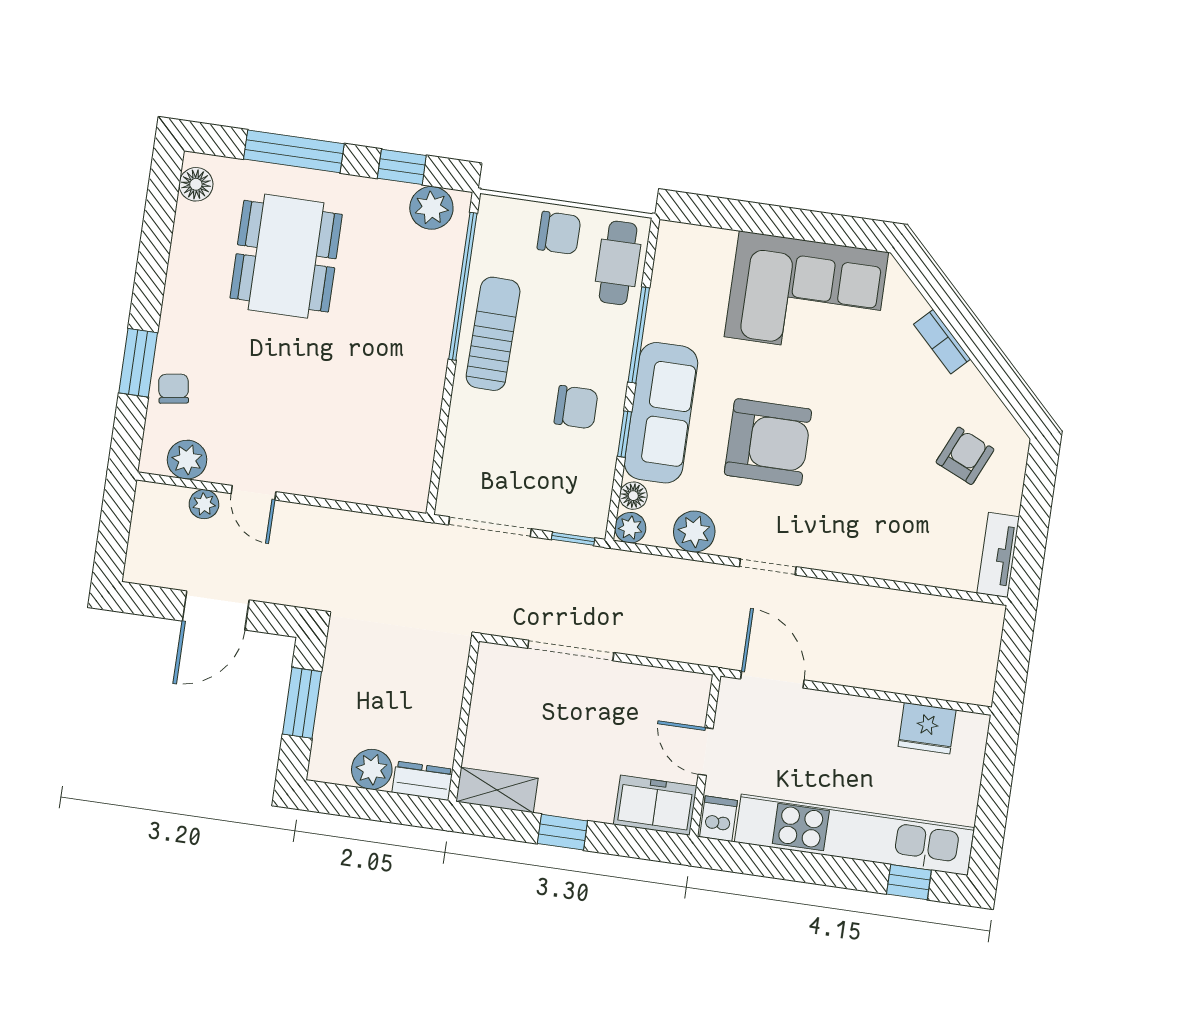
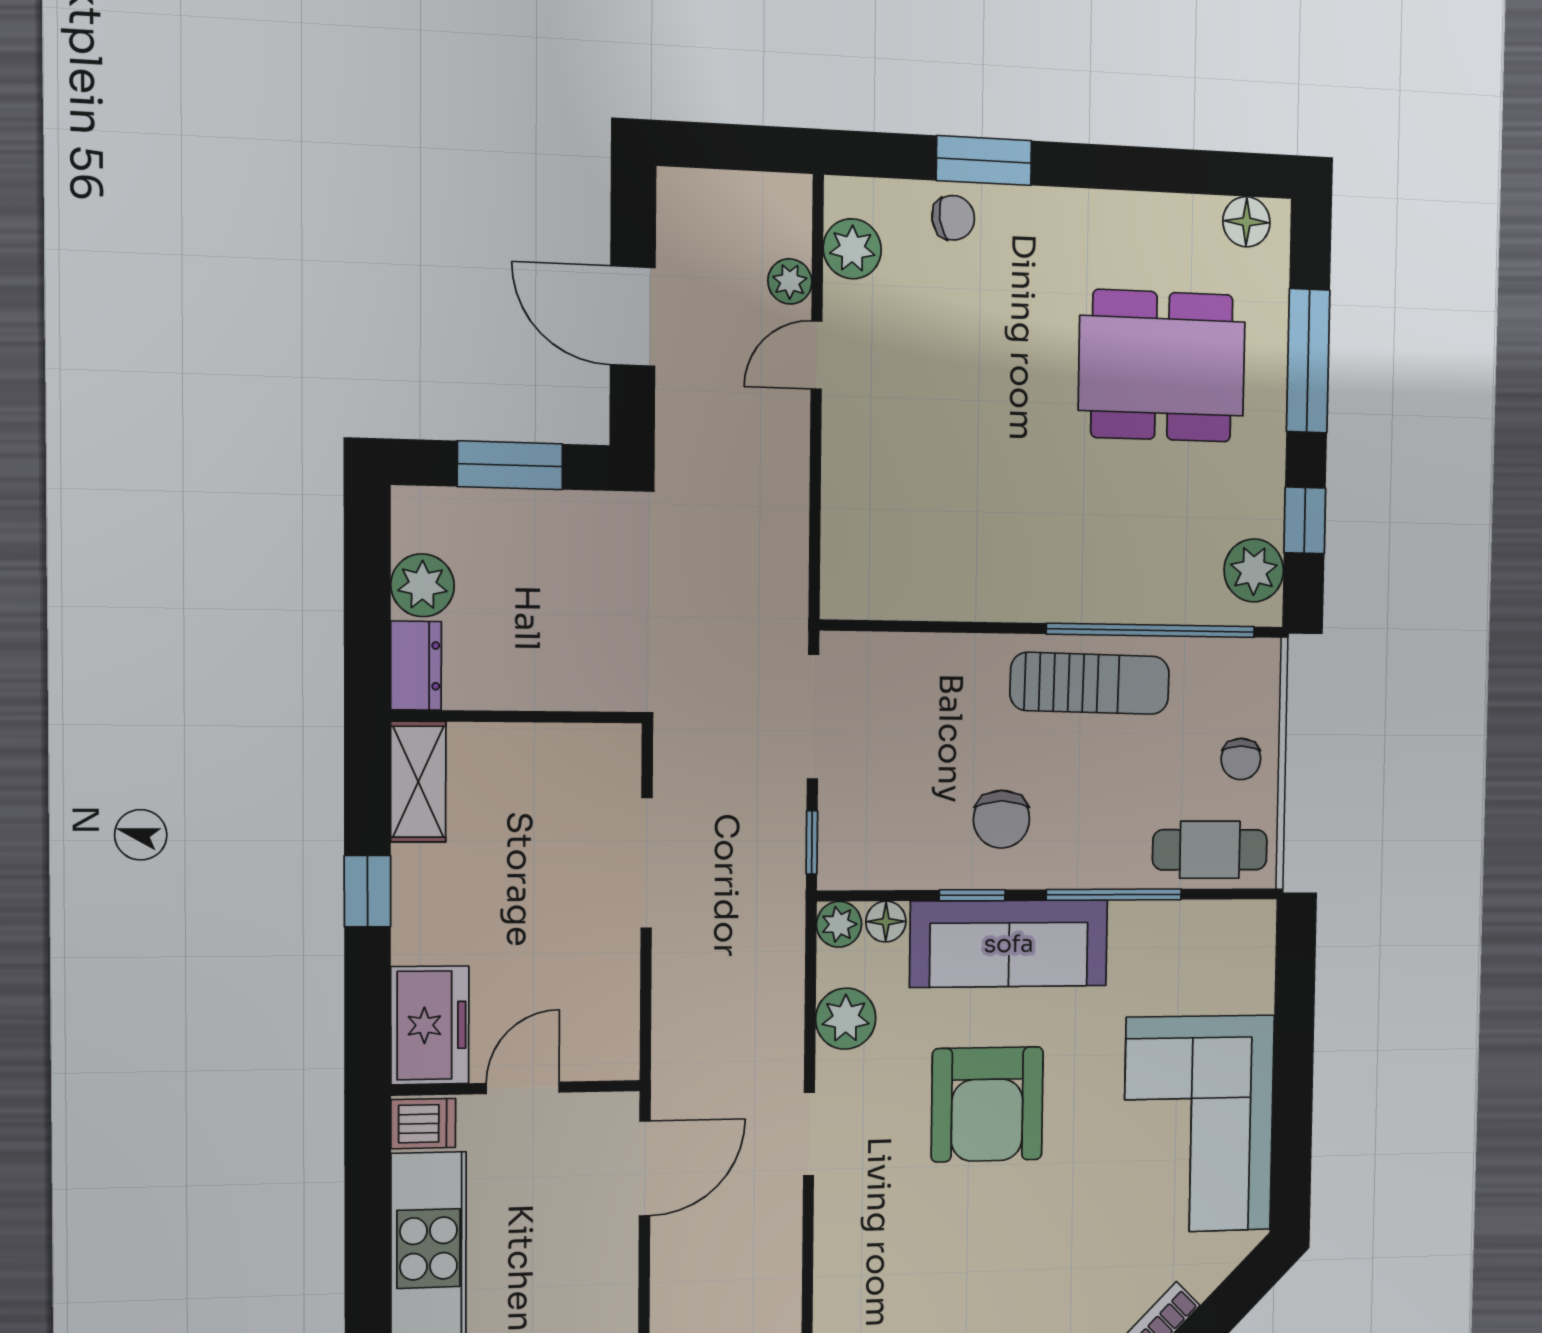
chair: (559, 233) -> (1241, 759), width x0.73, depth x0.73

